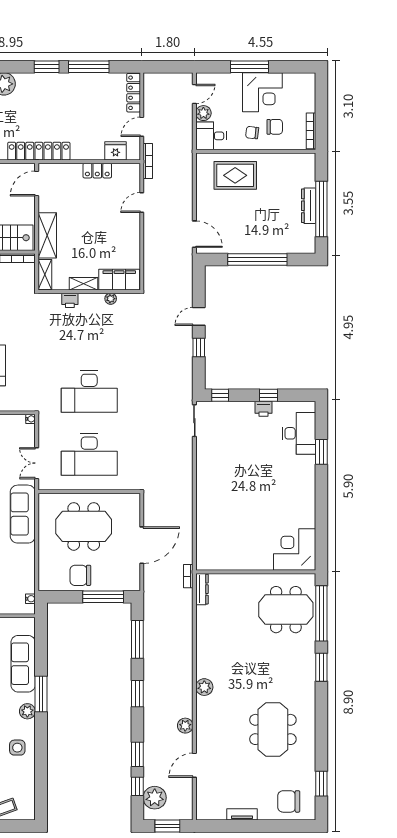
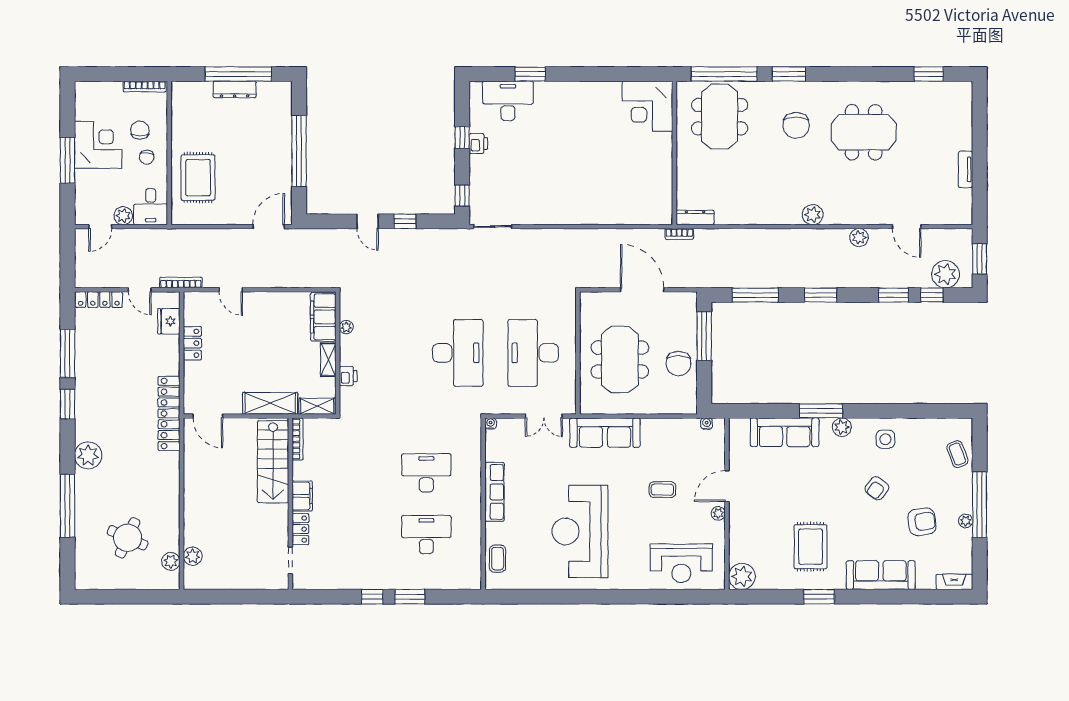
door: (194, 94) -> (100, 227), swing flipped
desk: (89, 454) -> (533, 353), turned 180
chair: (289, 801) -> (796, 125), moved

